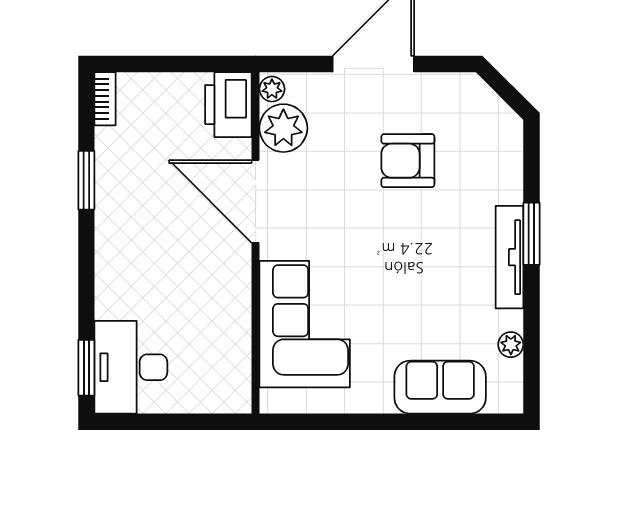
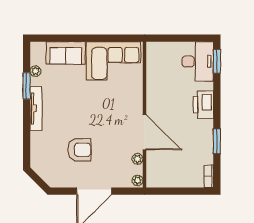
printer: (228, 105) -> (203, 105), moved, turned 180
plant: (283, 128) -> (137, 159), width x0.53, depth x0.53
window: (531, 234) -> (27, 86), moved
corner sofa: (305, 324) -> (113, 61), moved, turned -90

